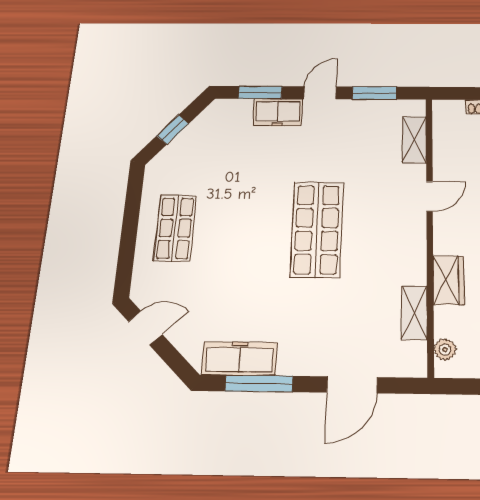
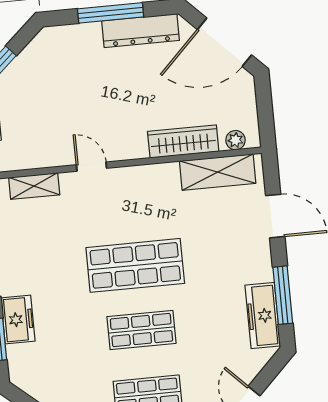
shop shelf: (246, 229) -> (141, 330), added
wardrobe: (448, 280) -> (183, 141), width x1.50
shelving: (414, 313) -> (218, 172), width x1.50, depth x1.33

